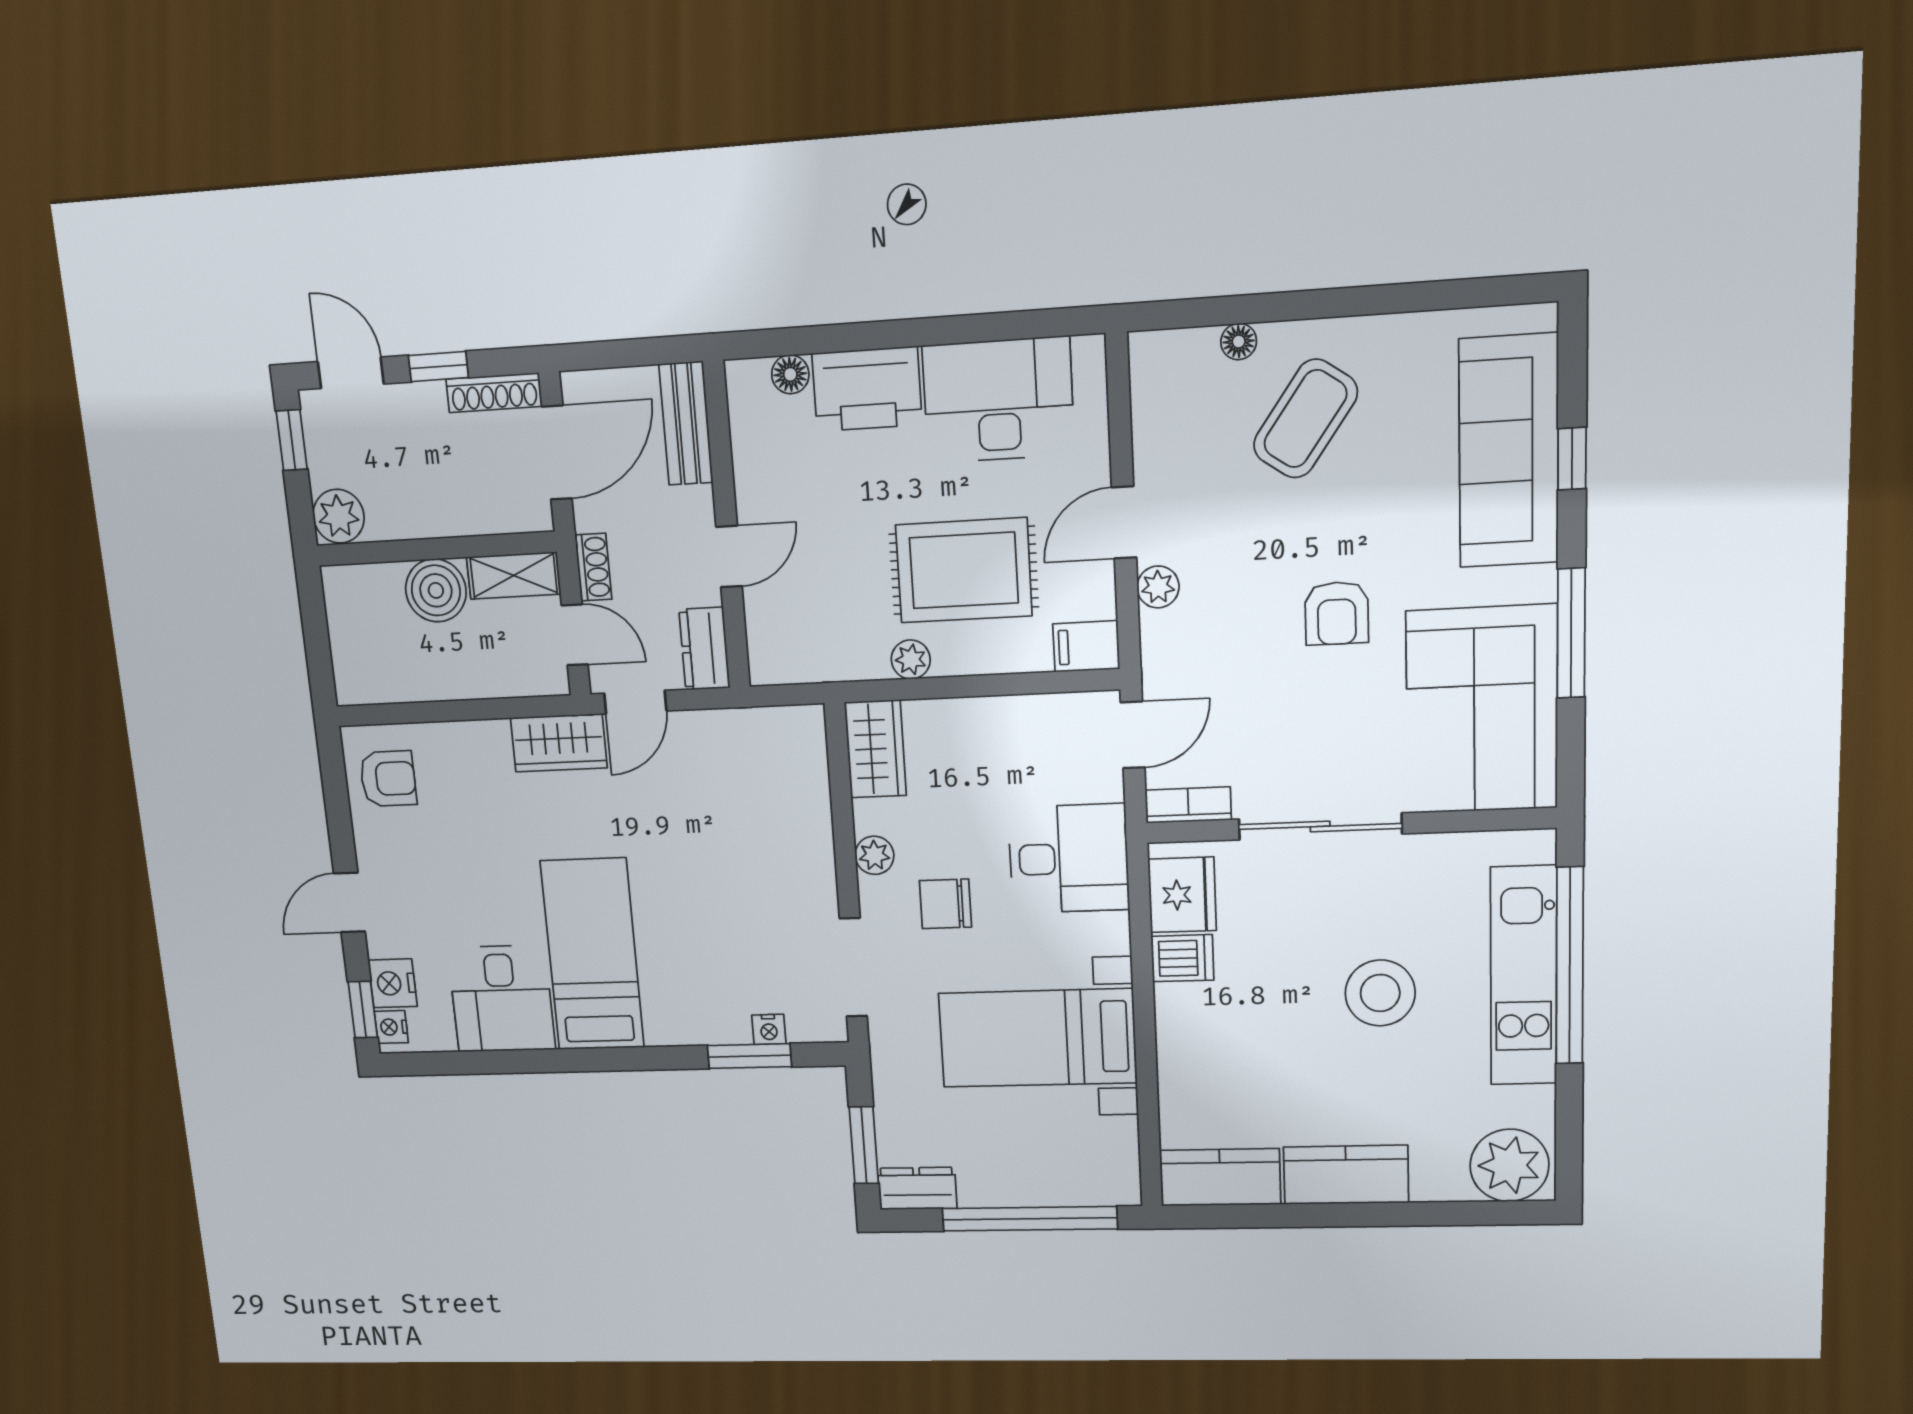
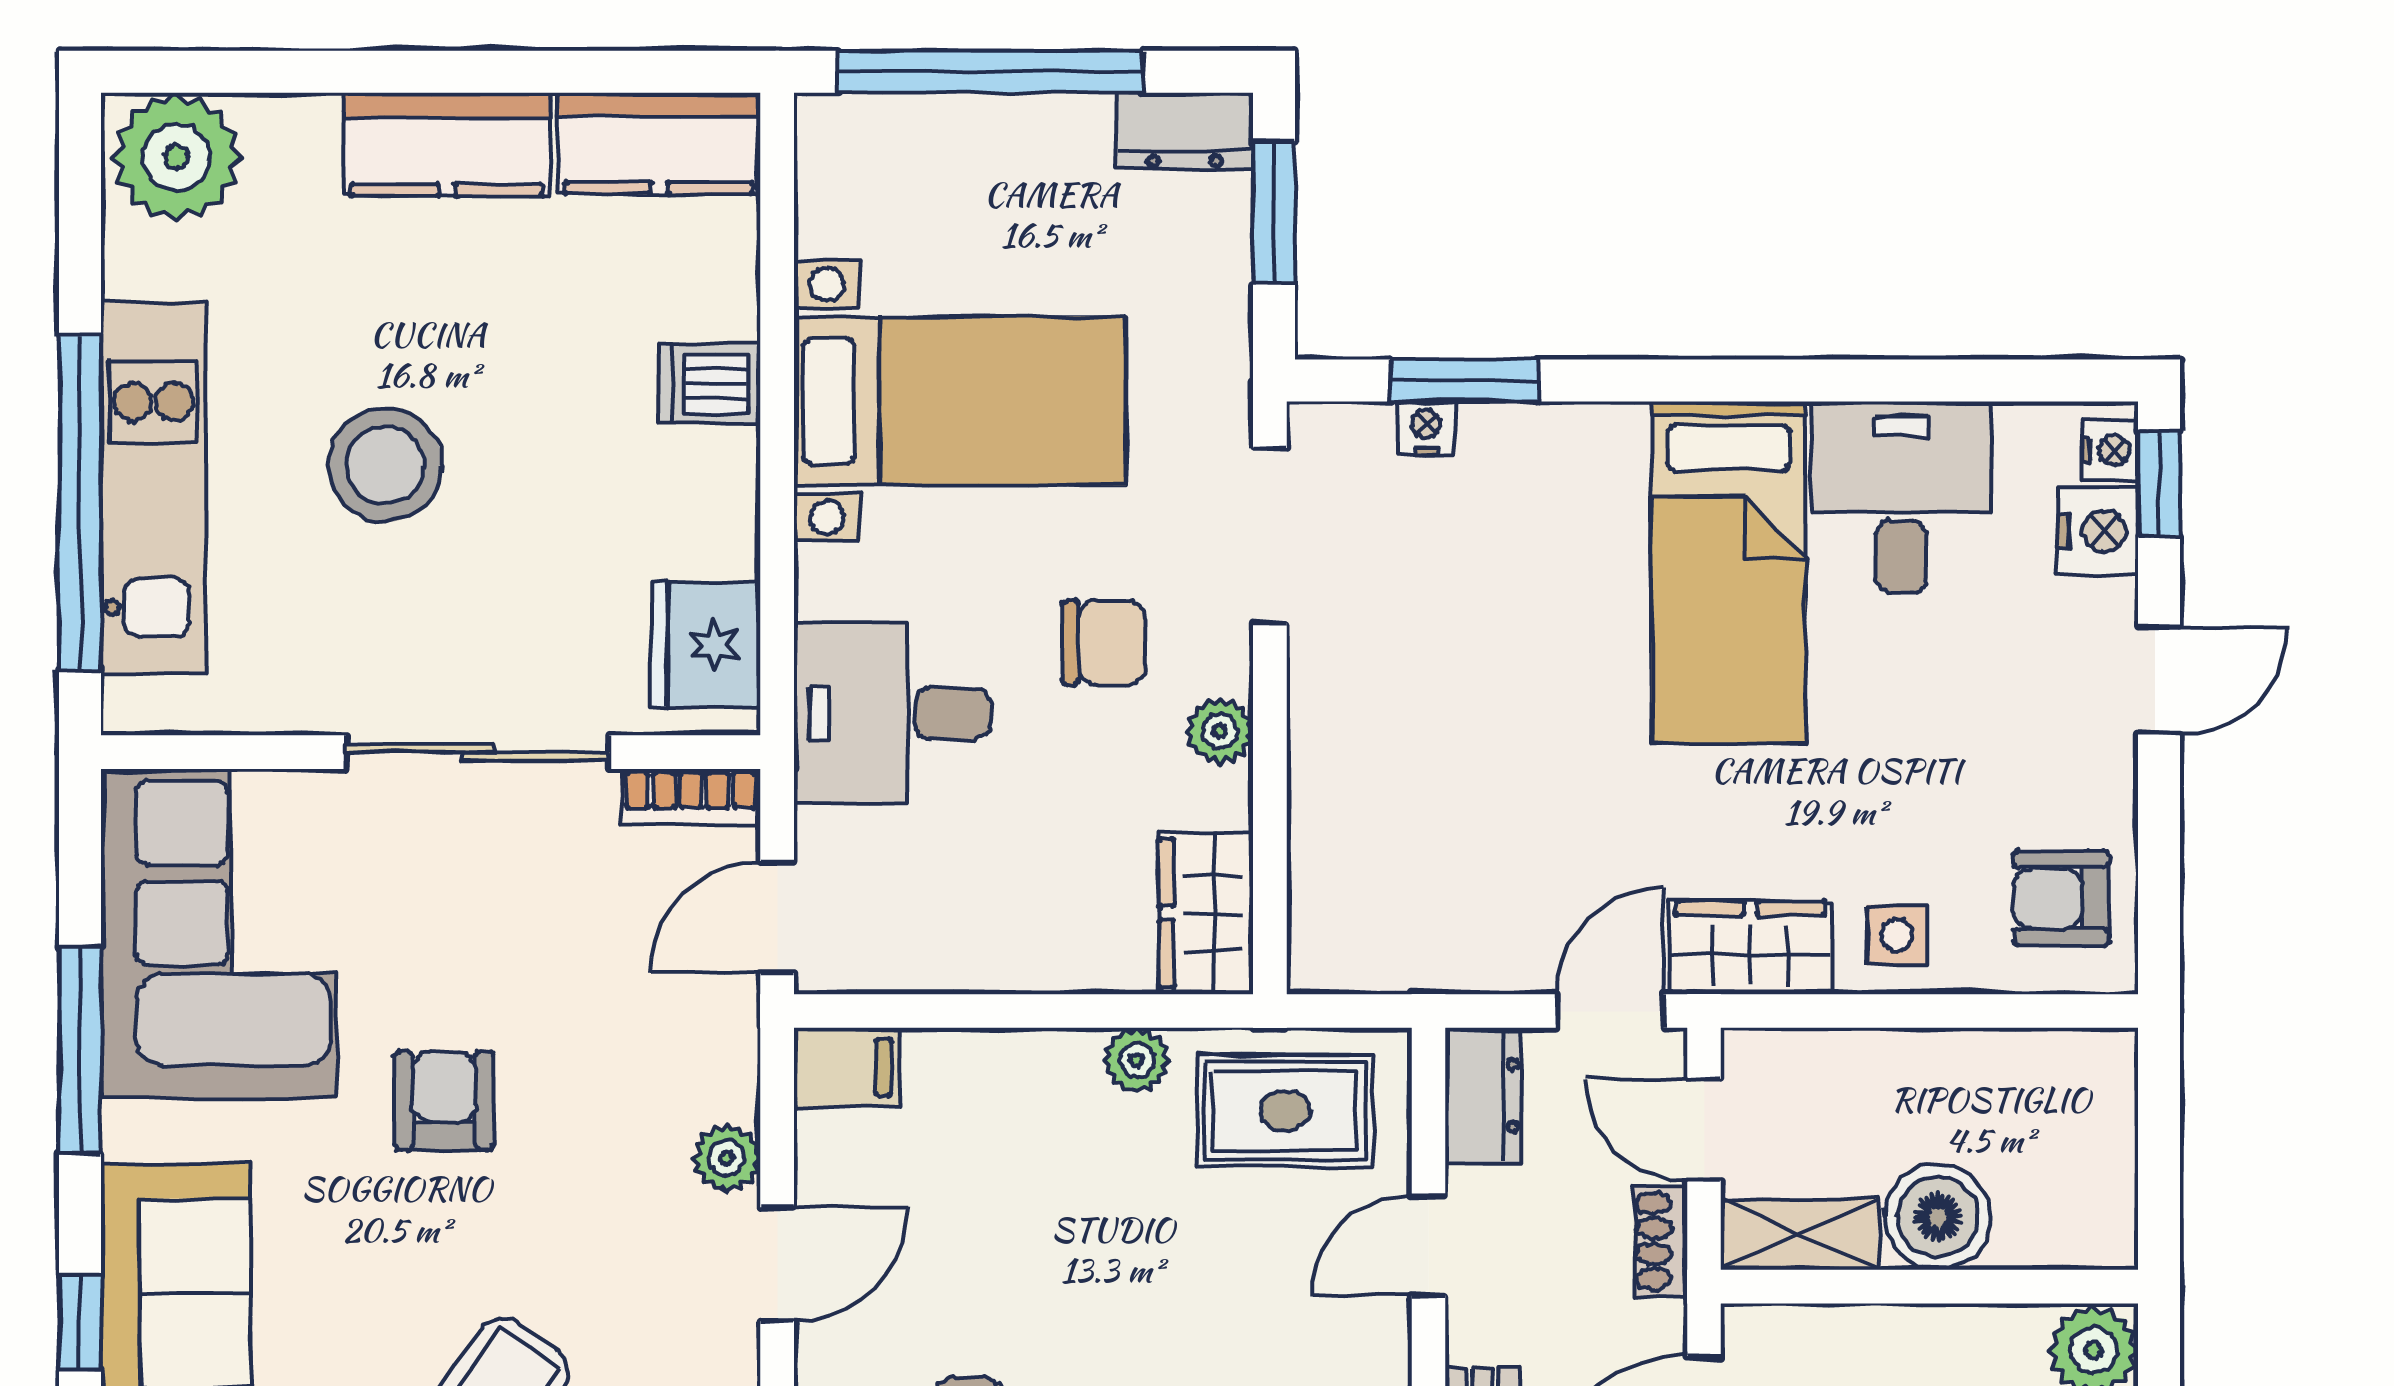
rug: (964, 570) -> (1285, 1111), moved, width x0.73, depth x0.70
side table: (477, 754) -> (1897, 935), added
dishwasher: (1182, 958) -> (709, 384), moved

